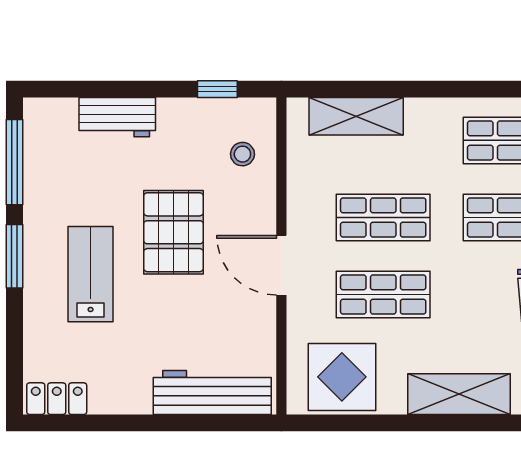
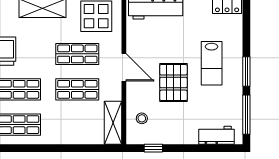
shelving: (356, 116) -> (113, 123), moved, turned 90
workbench: (117, 117) -> (217, 135), moved

